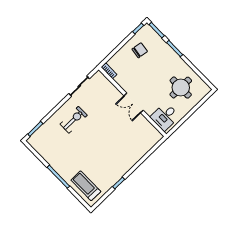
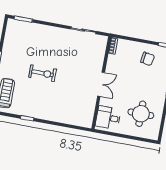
double door: (134, 103) -> (101, 84), swing flipped
exercise bike: (74, 120) -> (42, 73), moved

